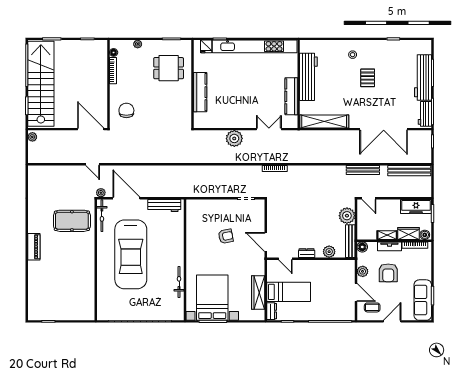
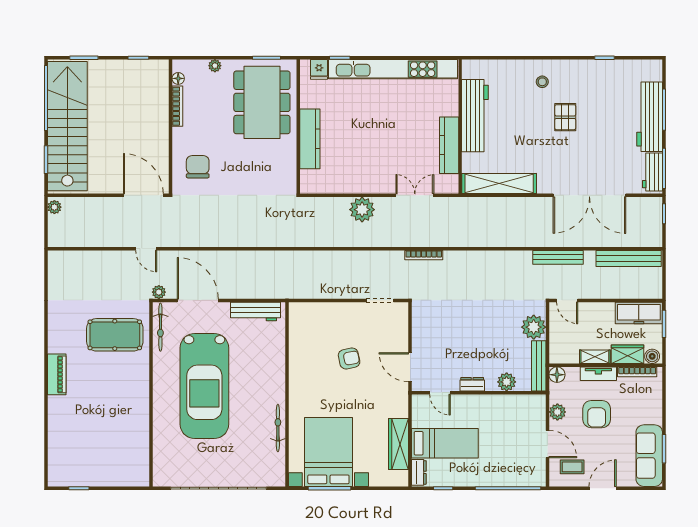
dining table: (169, 68) -> (262, 102), width x1.88, depth x1.24

